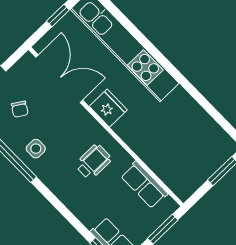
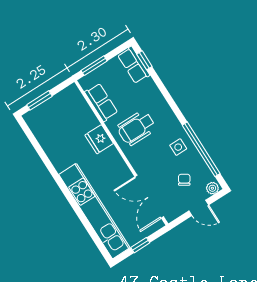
fridge: (108, 108) -> (99, 139), moved
wheelchair: (93, 162) -> (136, 128), width x1.36, depth x1.37

